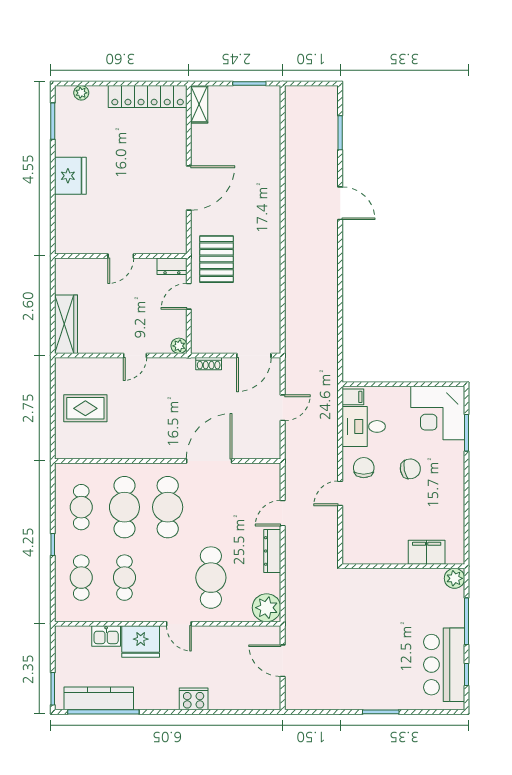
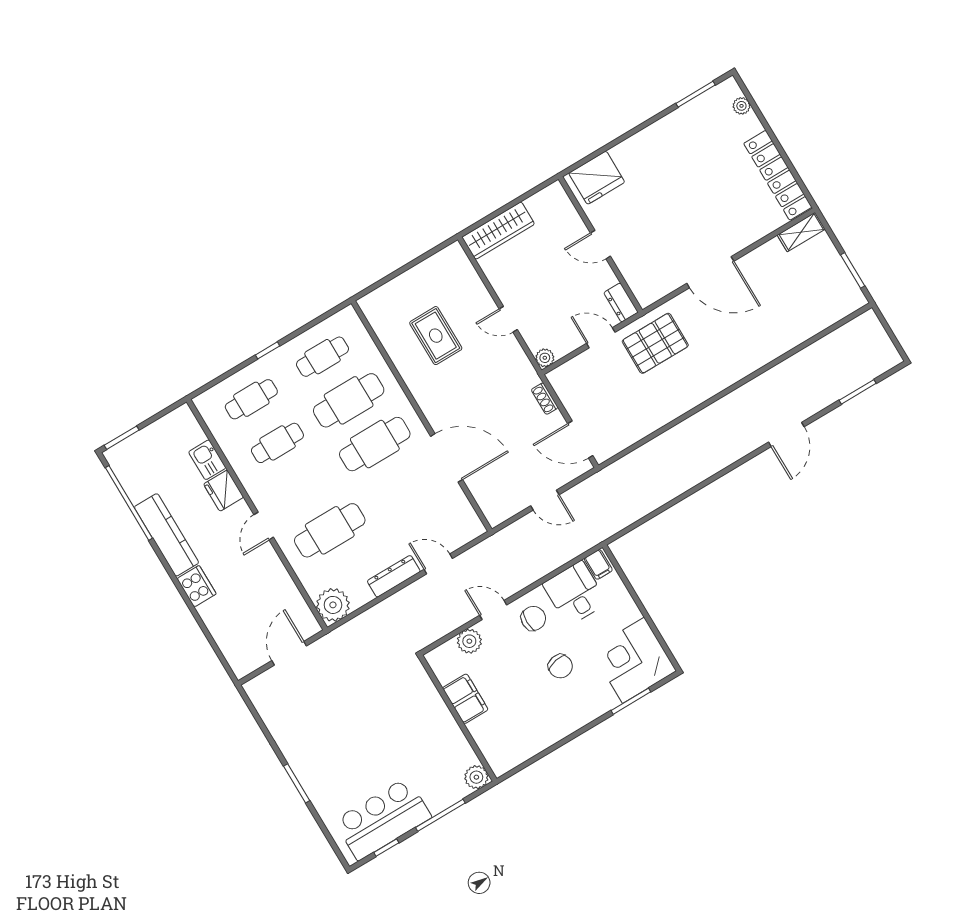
fridge: (70, 176) -> (597, 178), moved
rug: (85, 408) -> (436, 336), moved
plant: (352, 524) -> (469, 641), added
filing cabinet: (427, 552) -> (465, 699), moved
fridge: (141, 642) -> (224, 491), width x0.73, depth x0.75
kitchen counter: (99, 698) -> (166, 535), moved

